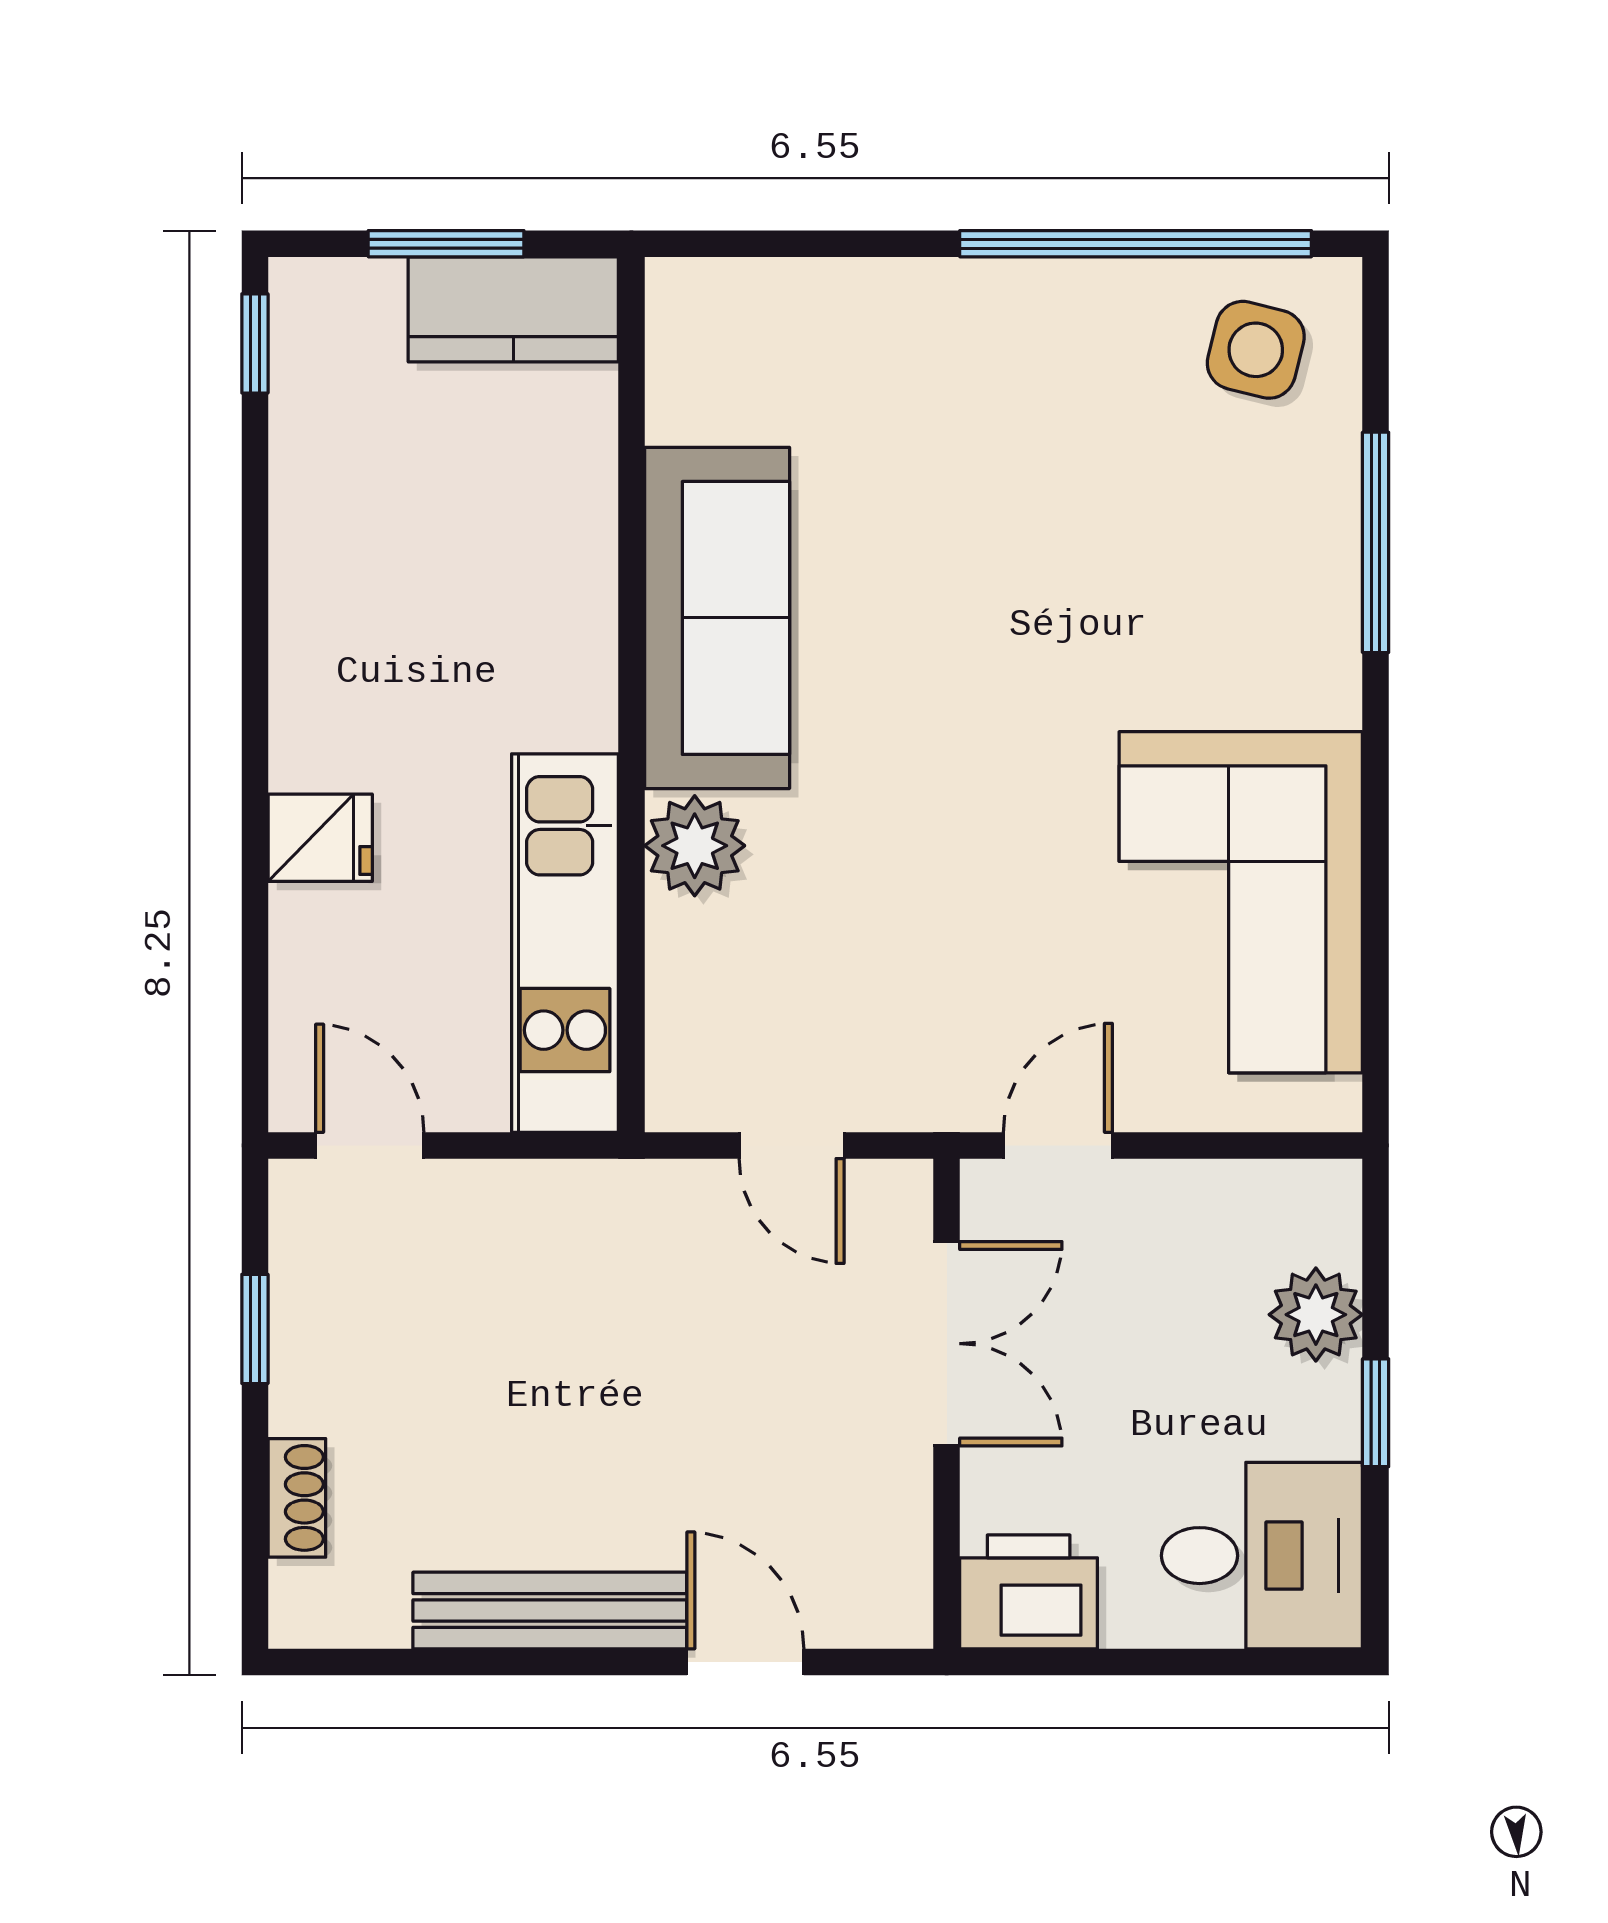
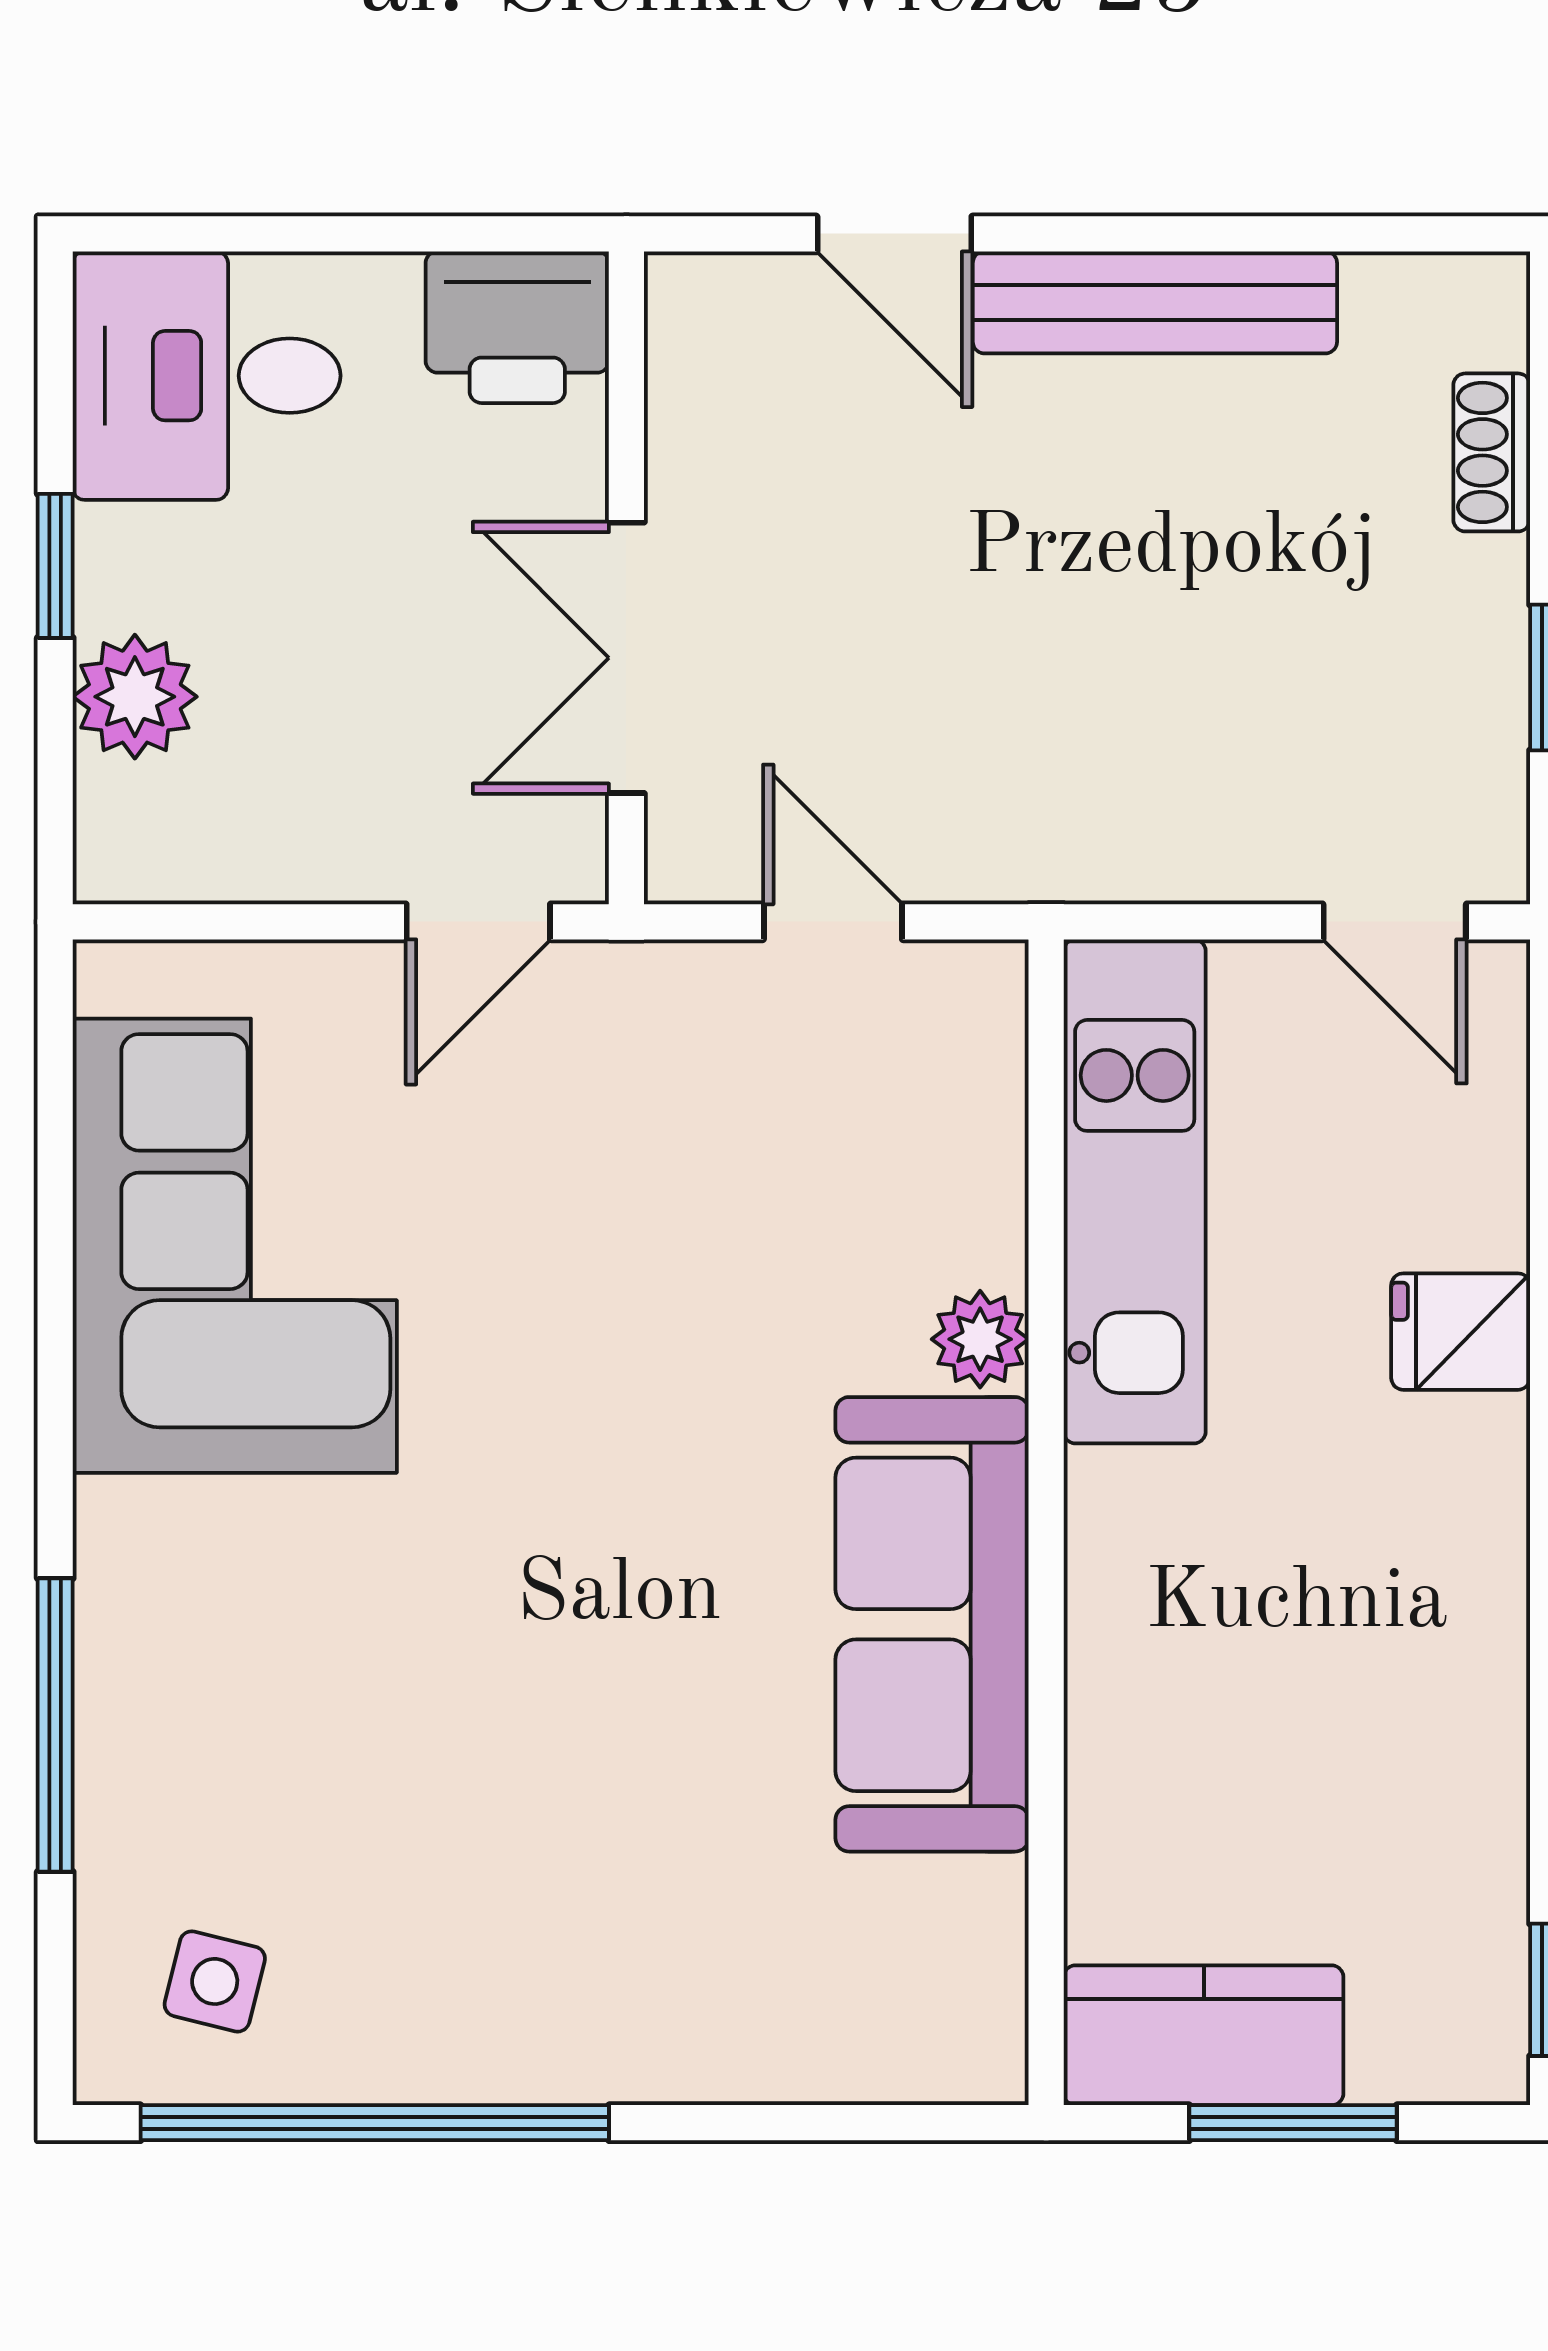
side table: (1256, 350) -> (215, 1981), width x0.73, depth x0.73
plant: (695, 846) -> (980, 1339), width x0.73, depth x0.73

